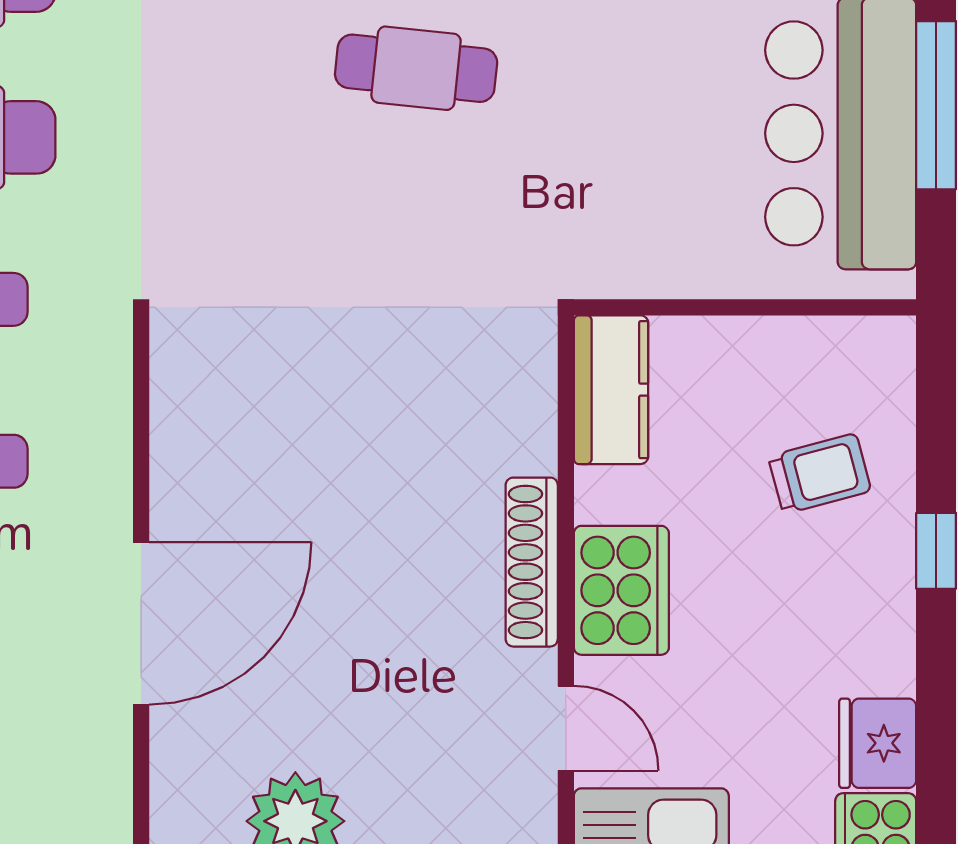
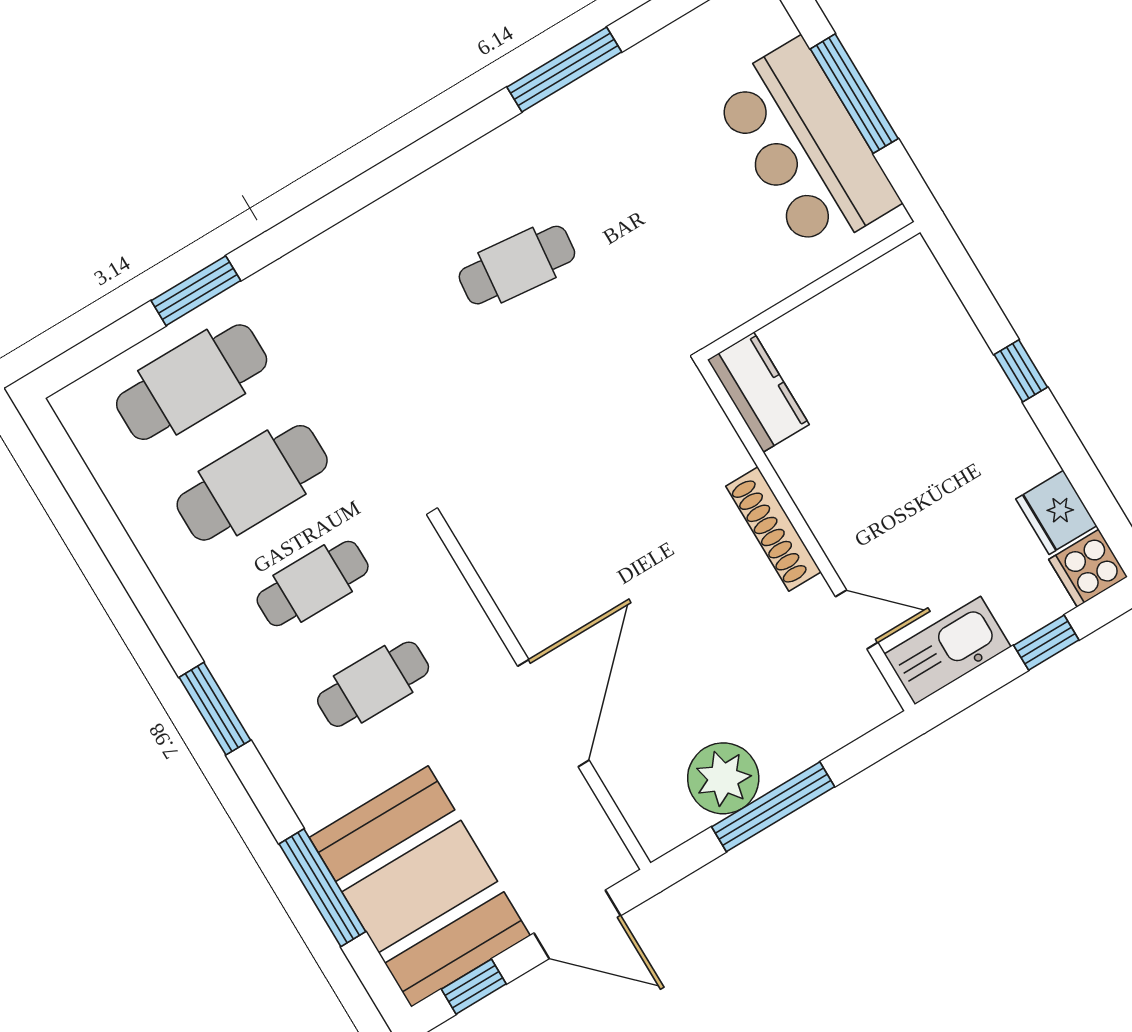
trolley: (820, 474) -> (920, 366), removed
cooker: (621, 590) -> (840, 513), removed

